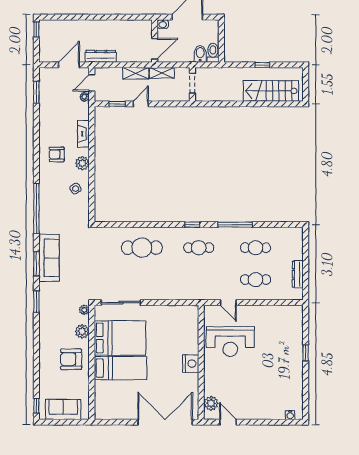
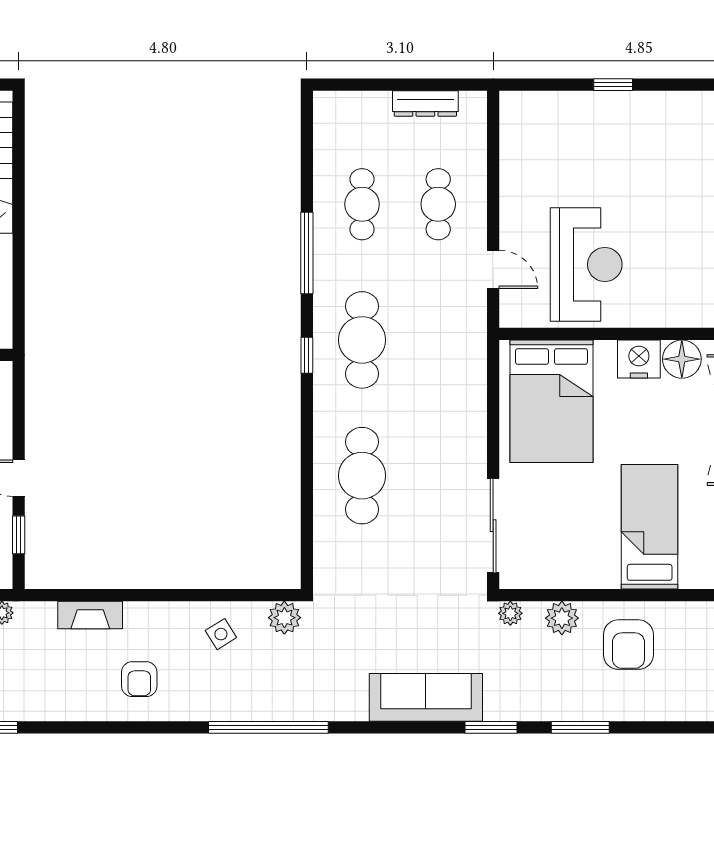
plant: (82, 163) -> (284, 618), moved
cafe table: (199, 248) -> (362, 340), width x1.37, depth x1.35
sofa: (49, 258) -> (426, 697), moved
window: (36, 264) -> (580, 727), moved
door: (228, 303) -> (493, 269), hinge flipped
bed: (120, 338) -> (551, 401), moved, turned 180
floor lamp: (191, 382) -> (682, 359), added

